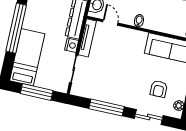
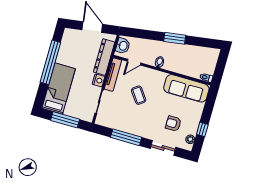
door: (110, 22) -> (134, 62), swing flipped
coffee table: (118, 59) -> (139, 95), added
armchair: (159, 89) -> (173, 124), turned 90

